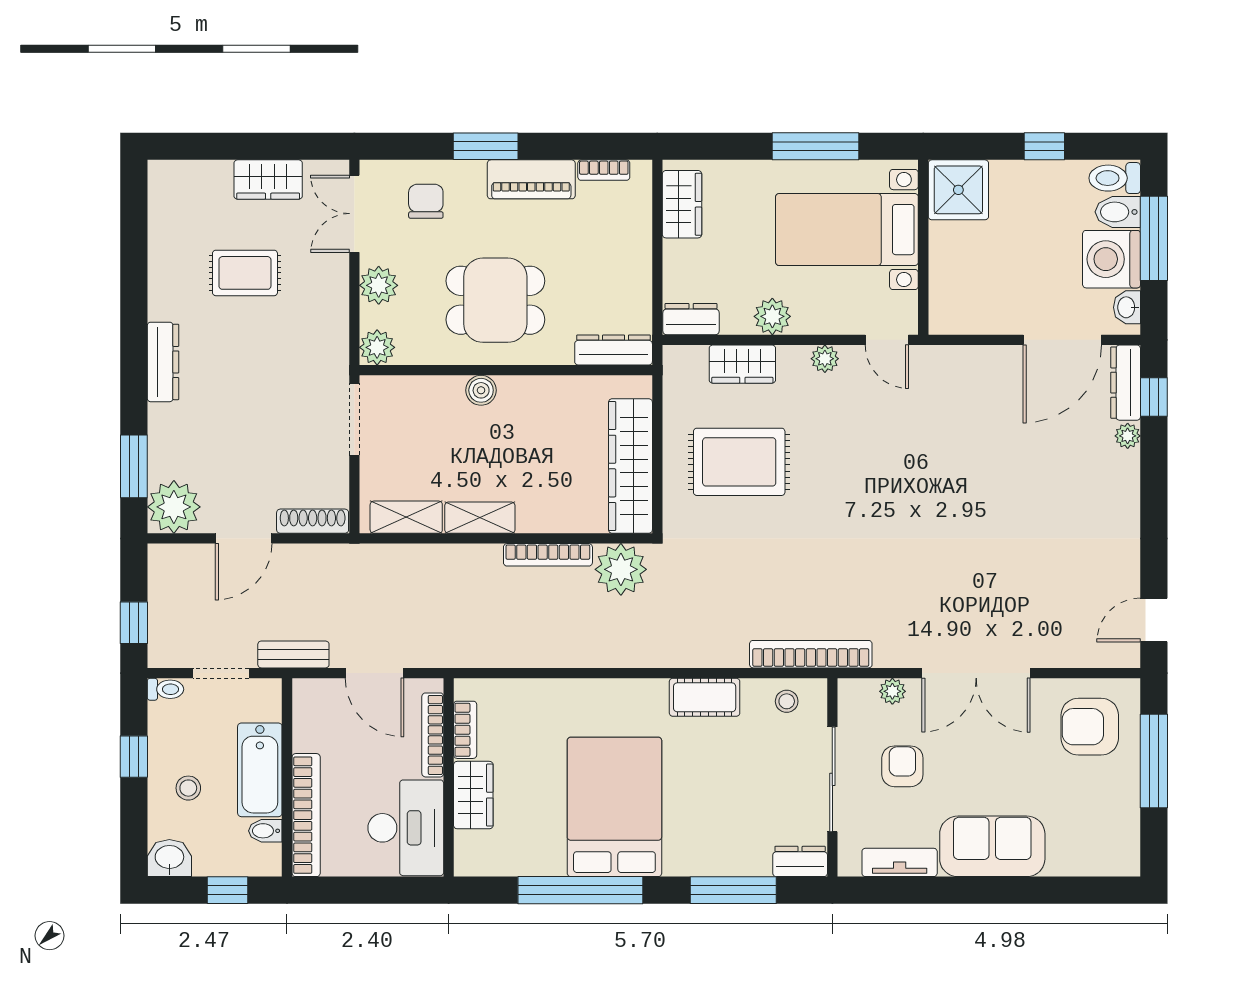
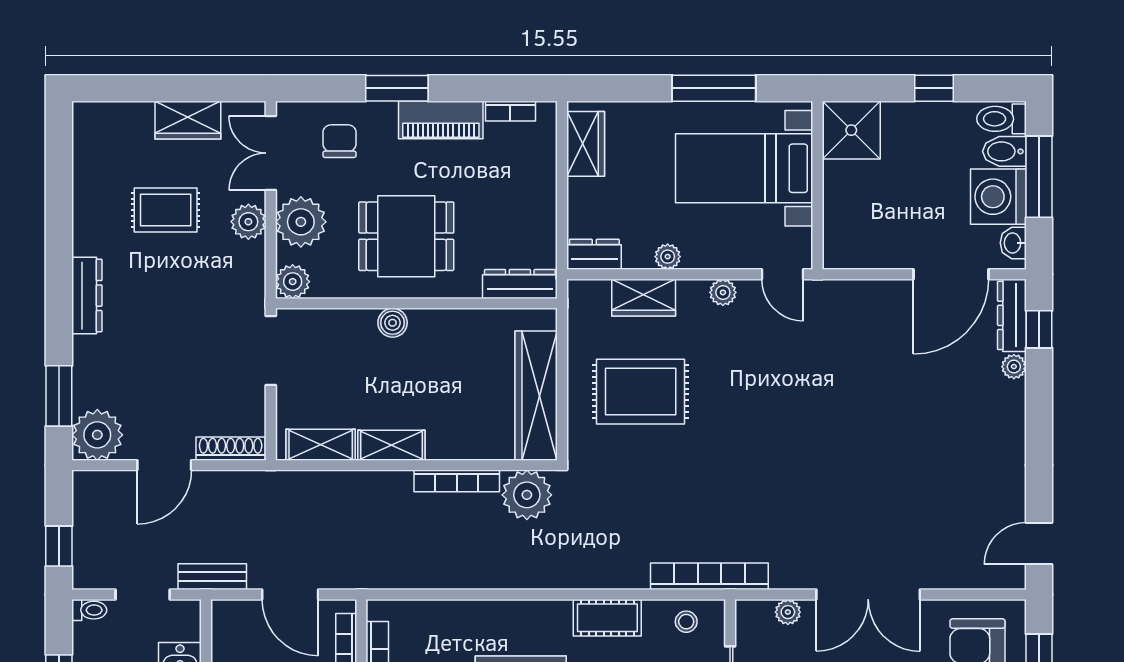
plant: (331, 285) -> (248, 222), added
plant: (379, 285) -> (301, 222), width x1.36, depth x1.36
plant: (772, 316) -> (668, 257), width x0.73, depth x0.73

